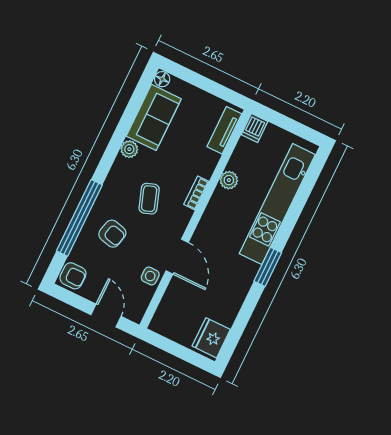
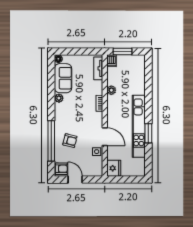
window: (282, 121) -> (122, 52), added
coffee table: (149, 199) -> (79, 116), removed
kitchen unit: (277, 204) -> (139, 126), moved
window: (268, 267) -> (148, 133), moved
door: (106, 316) -> (75, 180), moved
fridge: (211, 338) -> (114, 168), moved, turned 180

